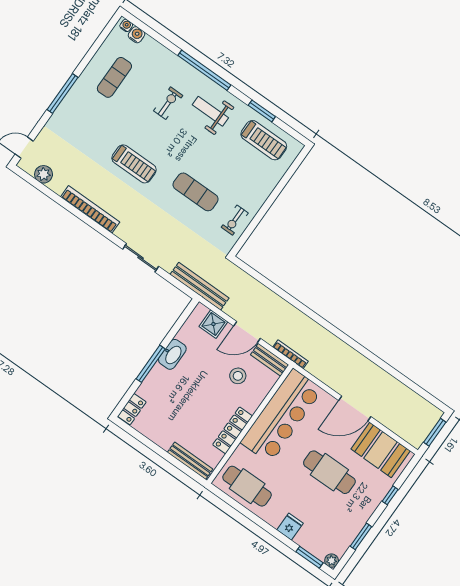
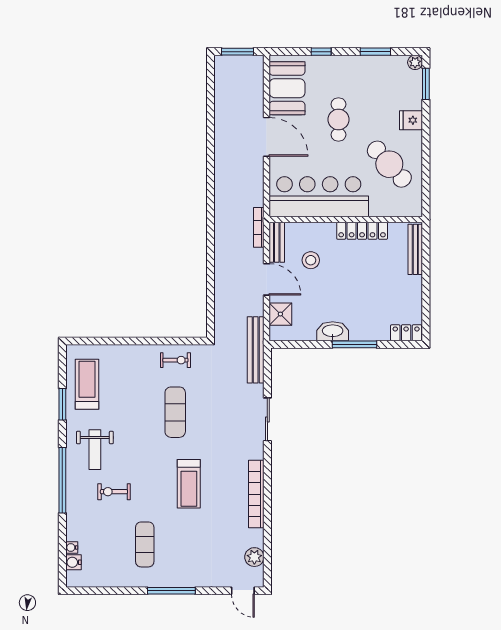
water cooler: (126, 25) -> (72, 548), moved
exercise mat: (114, 77) -> (145, 544), moved, turned 90
treadmill: (134, 164) -> (189, 484), turned 180
cafe table: (329, 472) -> (338, 119), width x0.73, depth x0.74
cafe table: (247, 486) -> (389, 164), moved, turned -42

